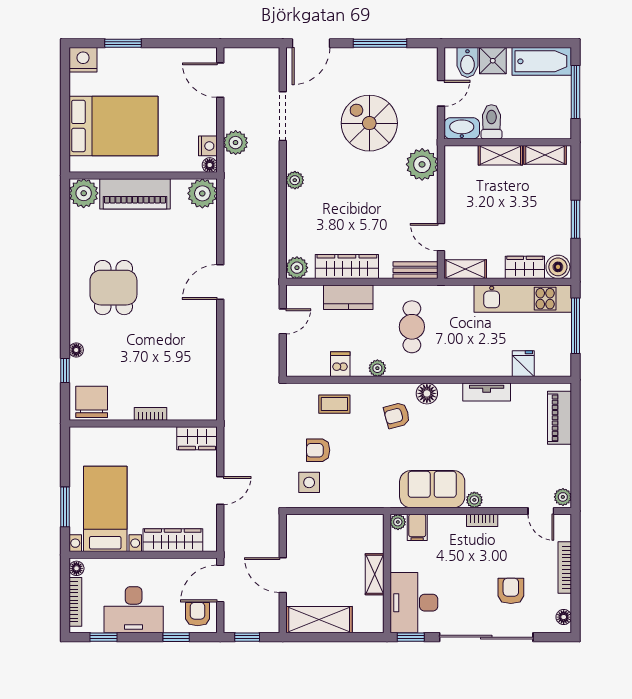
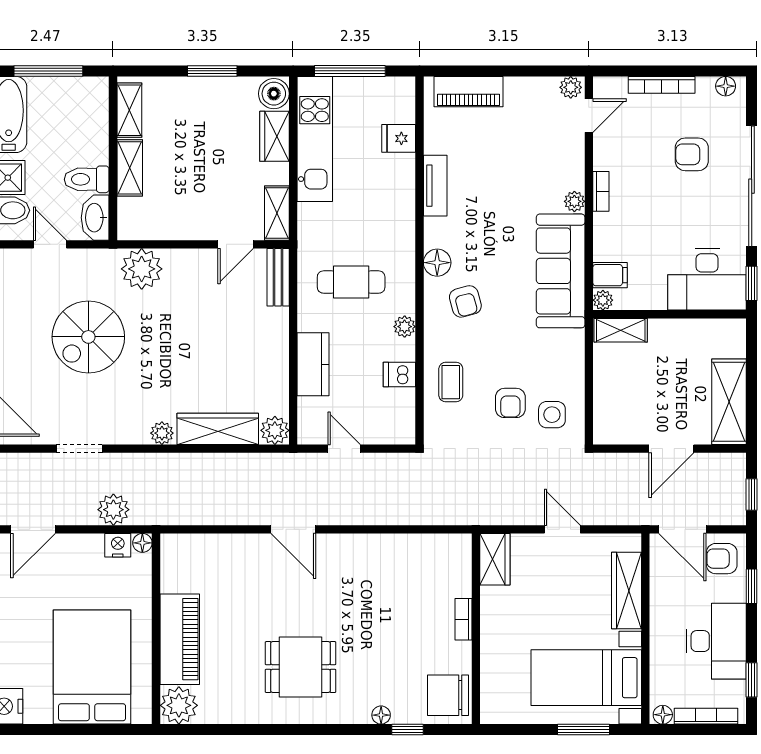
doorway: (283, 116) -> (79, 449), width x0.73
plant: (202, 193) -> (179, 552), removed
wardrobe: (347, 267) -> (218, 429), moved, turned 90
sofa: (432, 489) -> (561, 271), width x1.36
shelving: (375, 574) -> (621, 330), moved

